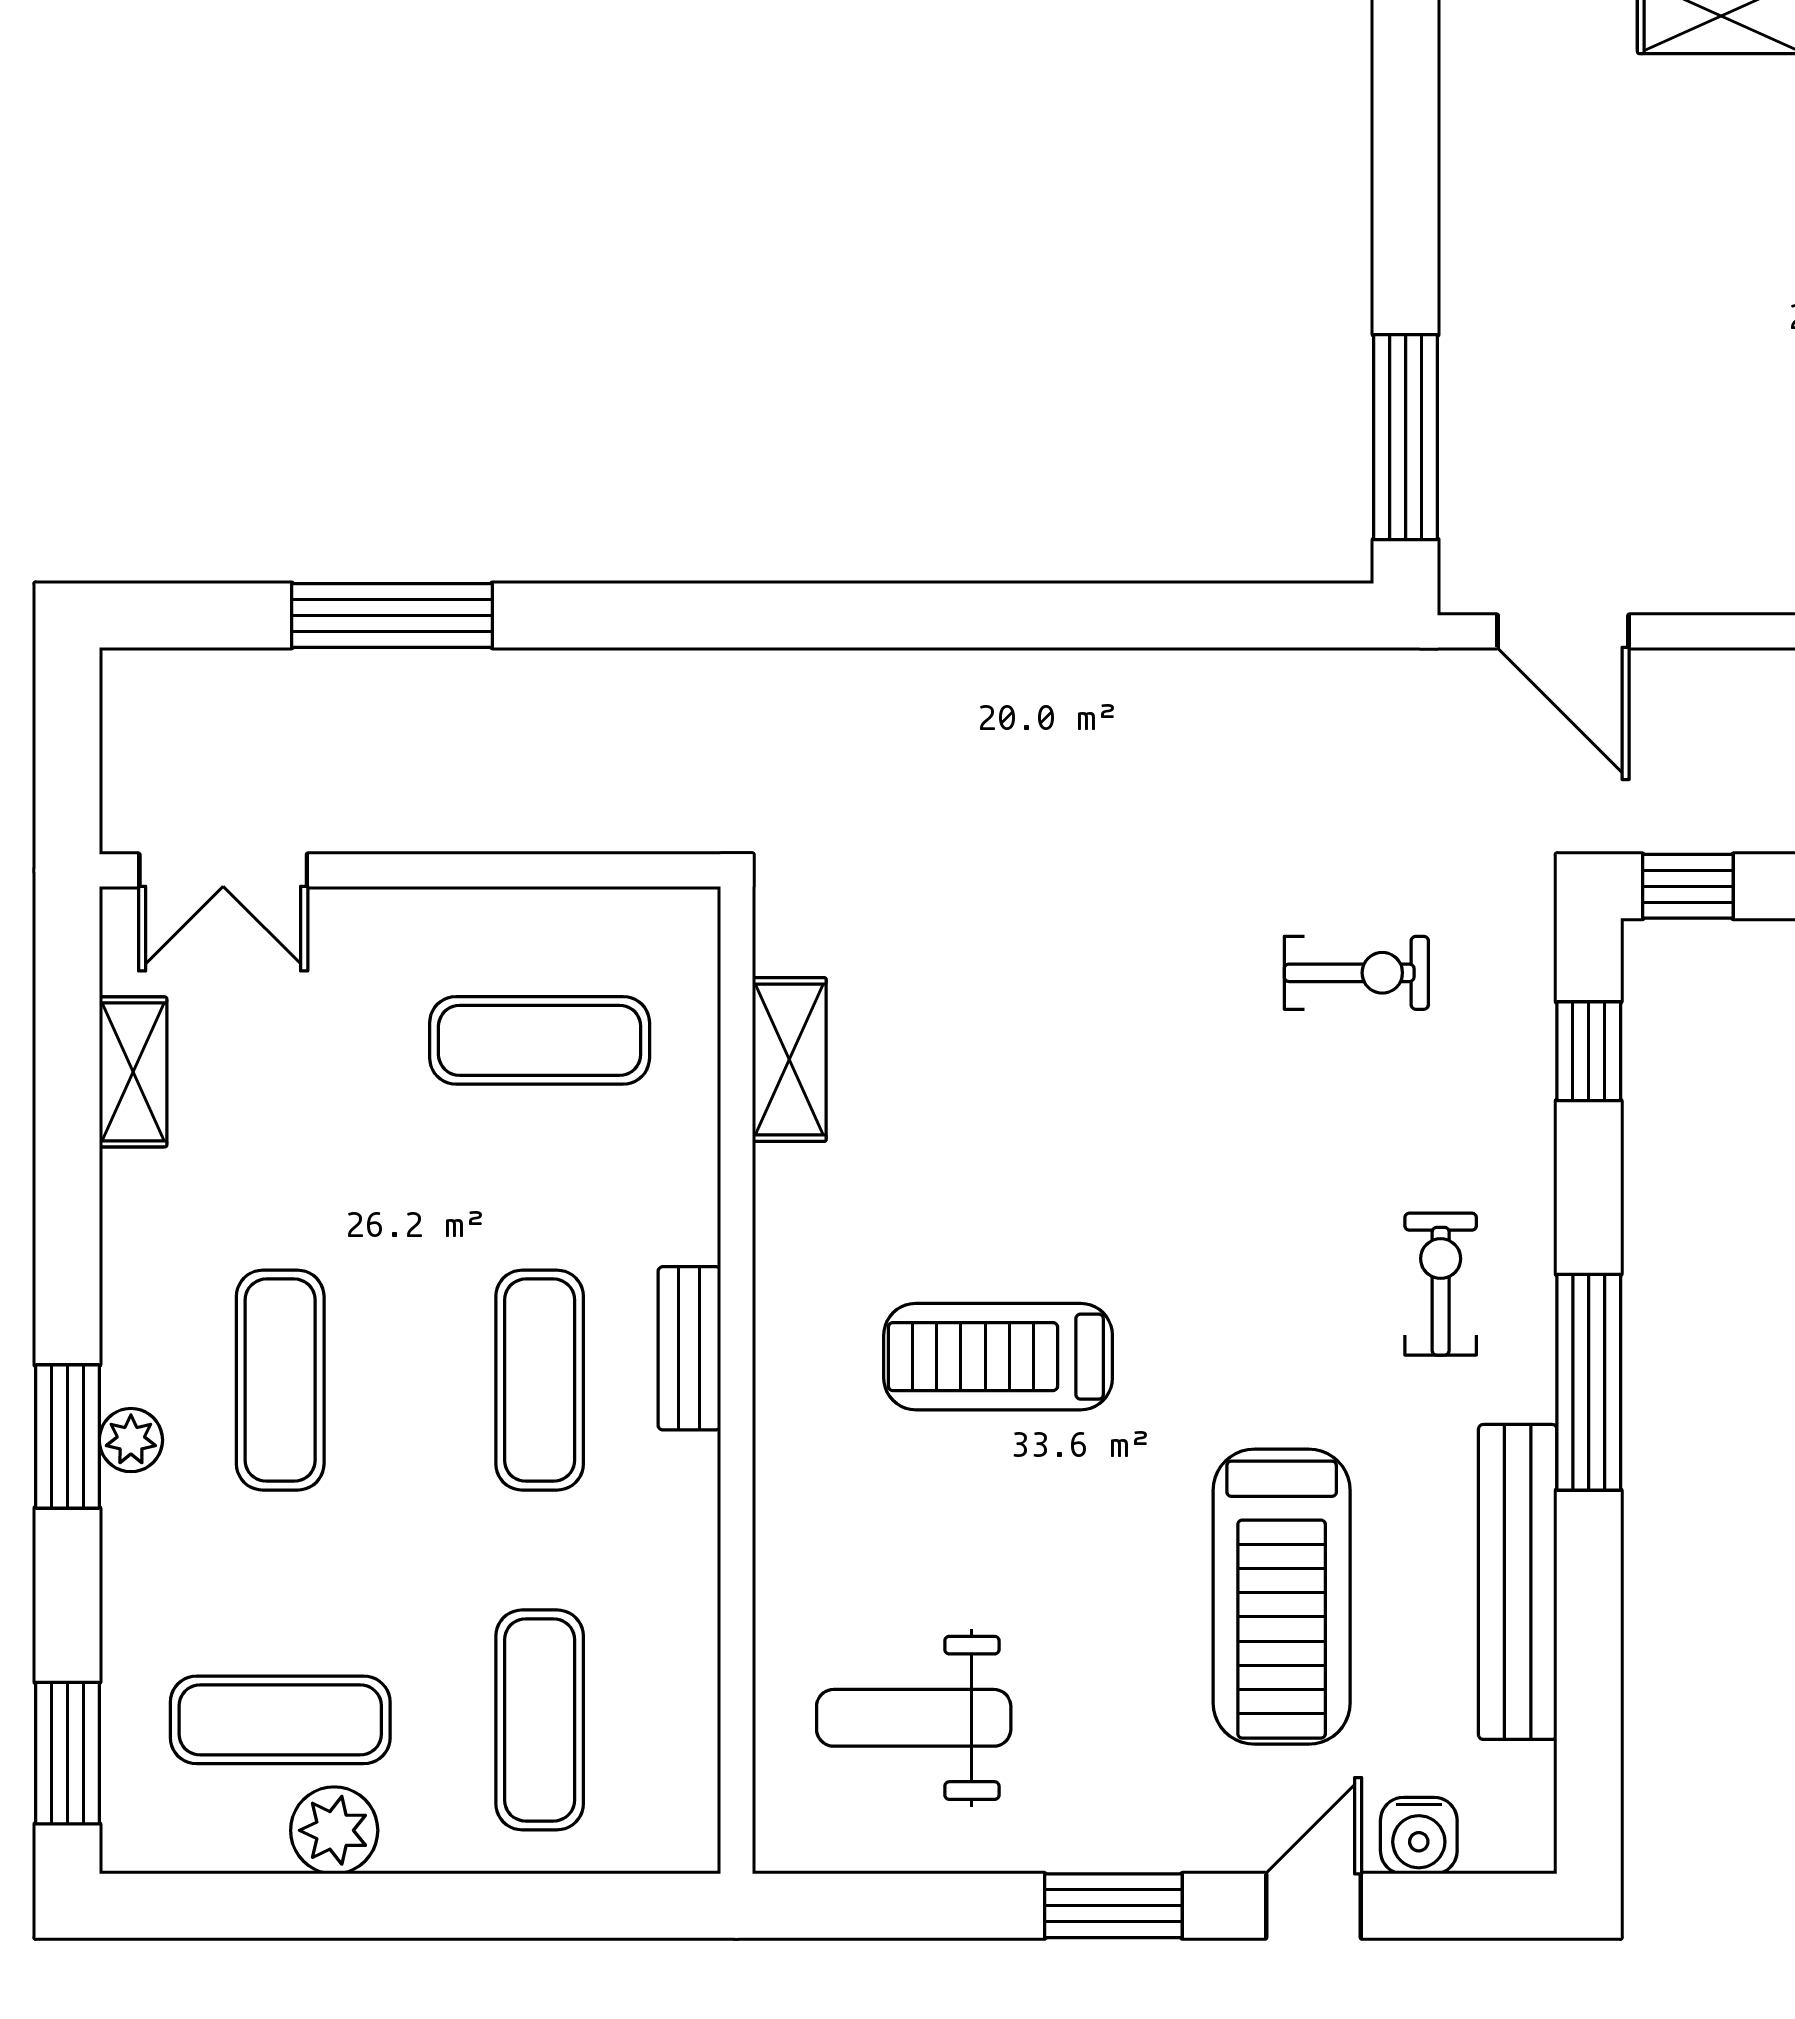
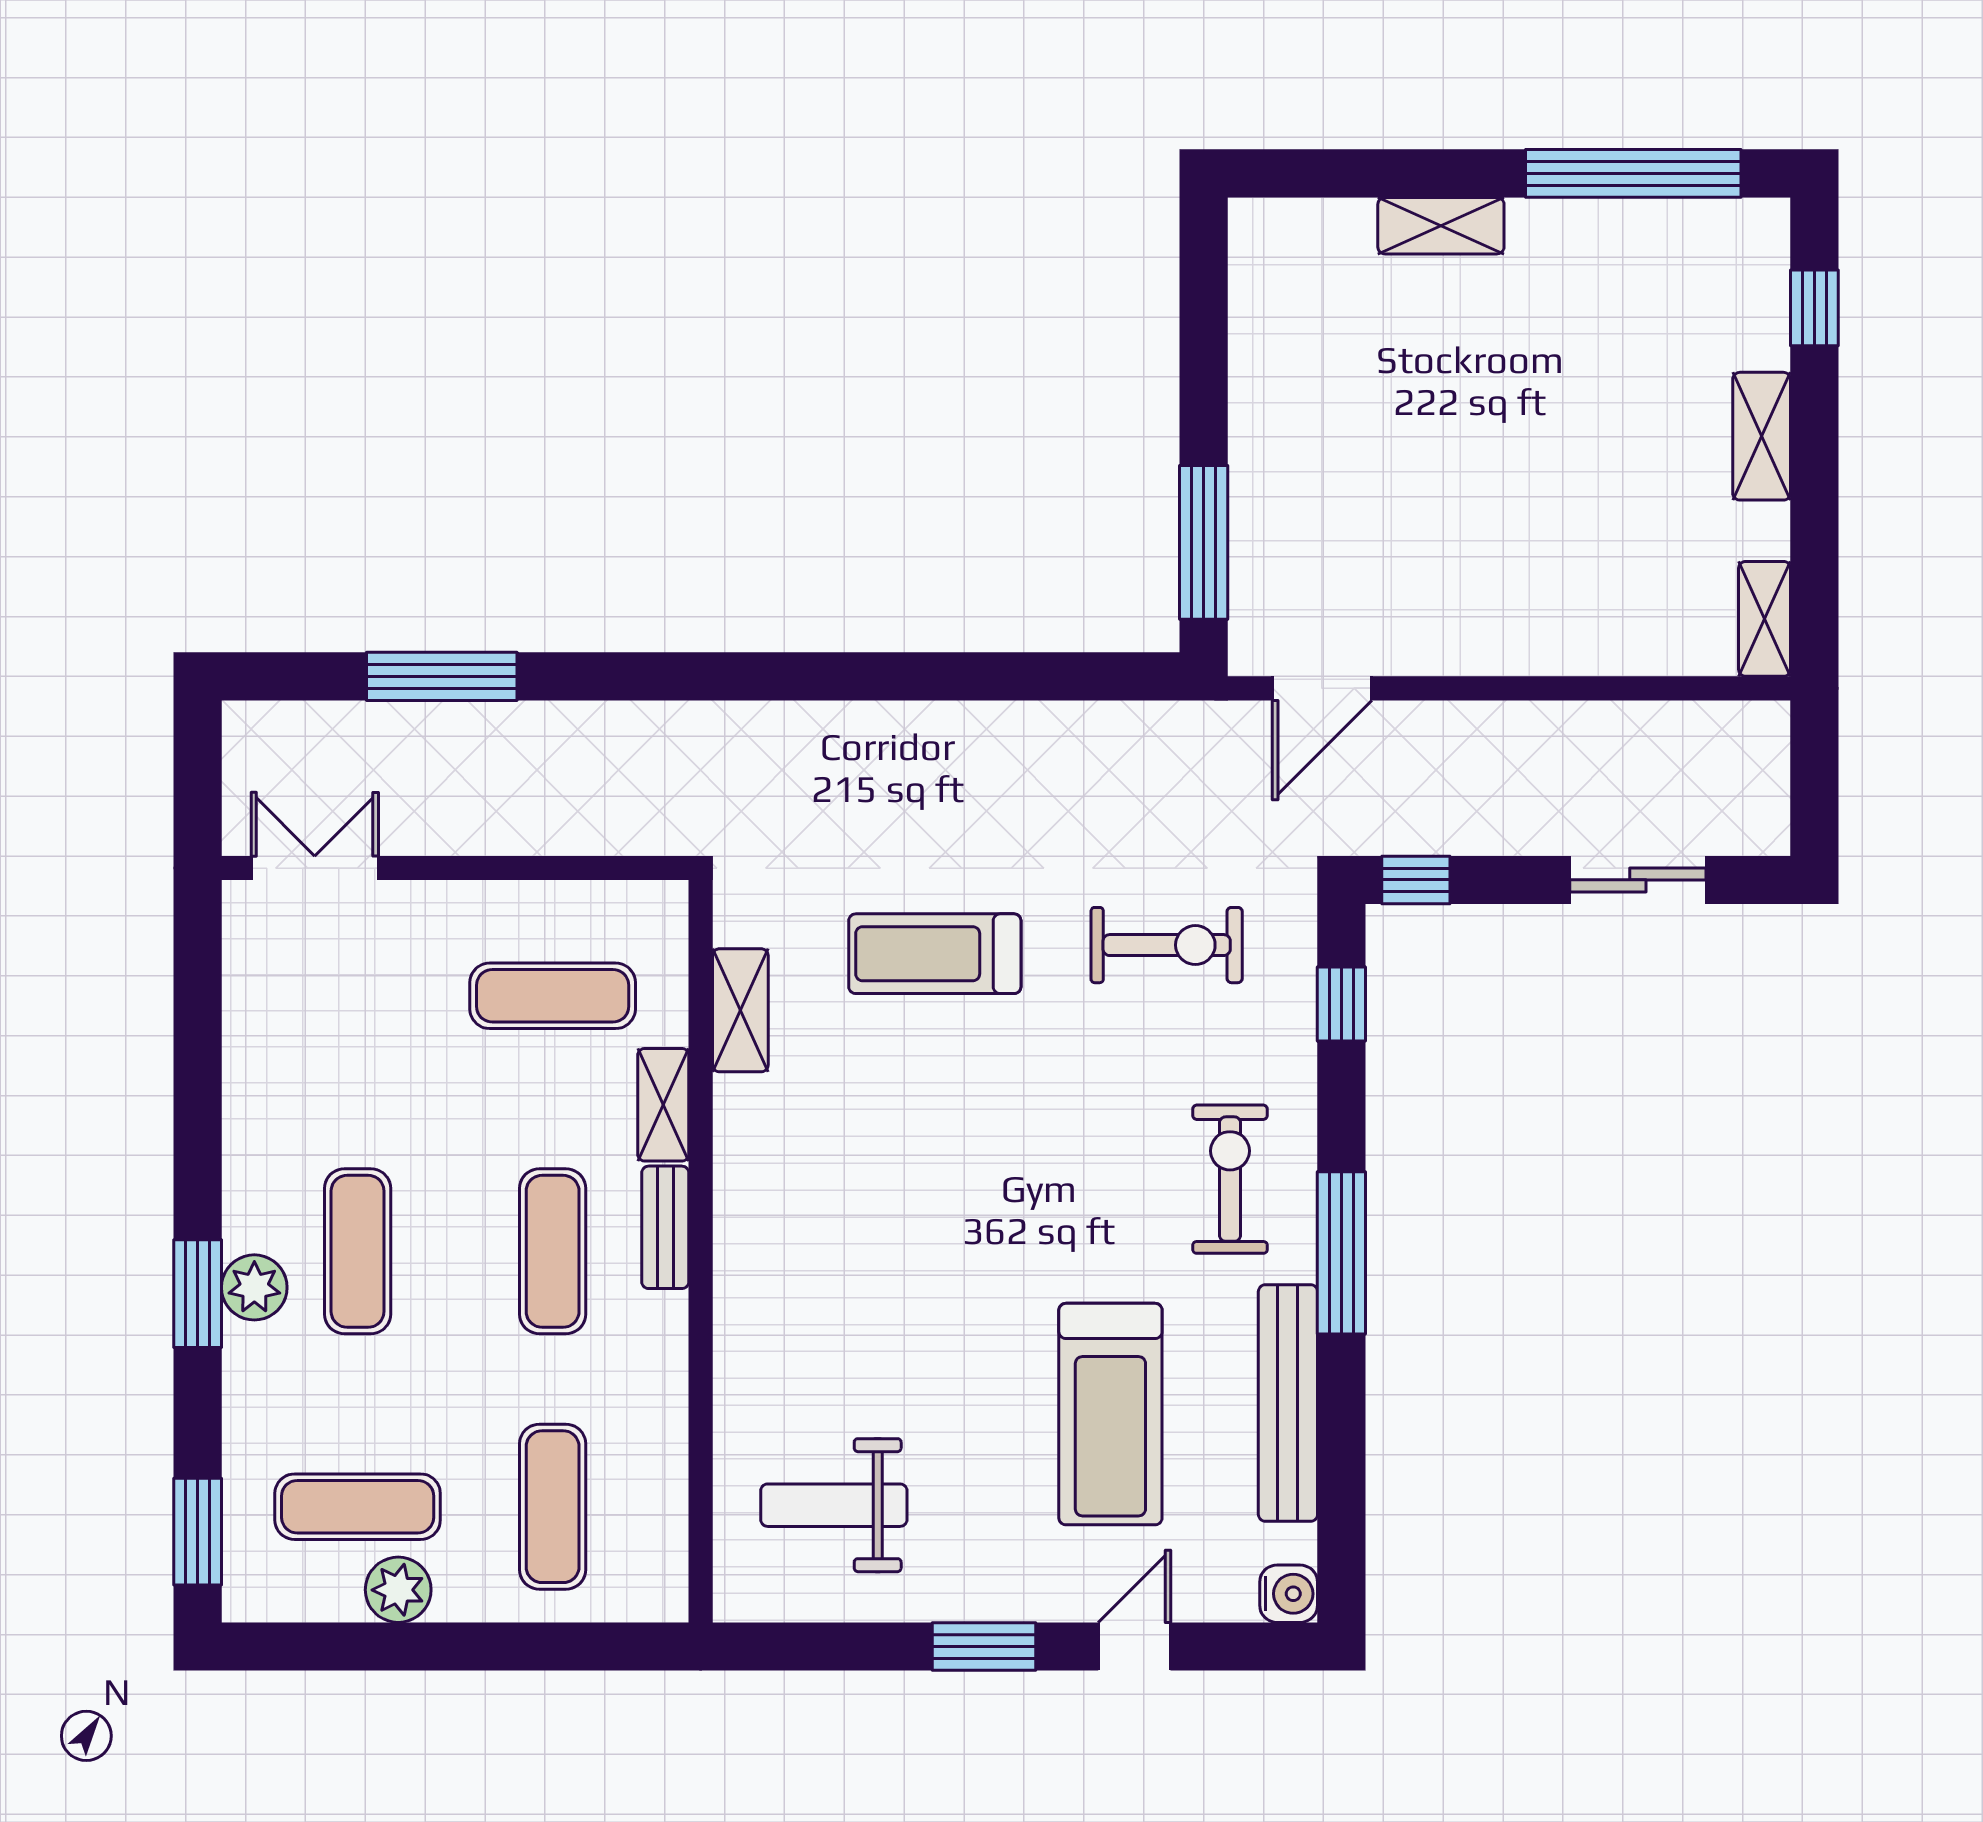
door: (1563, 631) -> (1322, 688), hinge flipped
double door: (223, 870) -> (315, 868), swing flipped
exercise bike: (1356, 973) -> (1167, 945), width x1.38, depth x1.39
shelving: (133, 1072) -> (663, 1105), moved
exercise bike: (1441, 1284) -> (1230, 1179), width x1.38, depth x1.39
treadmill: (998, 1357) -> (935, 954), moved
plant: (131, 1440) -> (254, 1287), width x1.38, depth x1.38
water cooler: (1419, 1836) -> (1289, 1594), moved, turned -90

